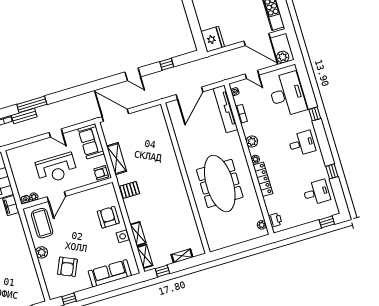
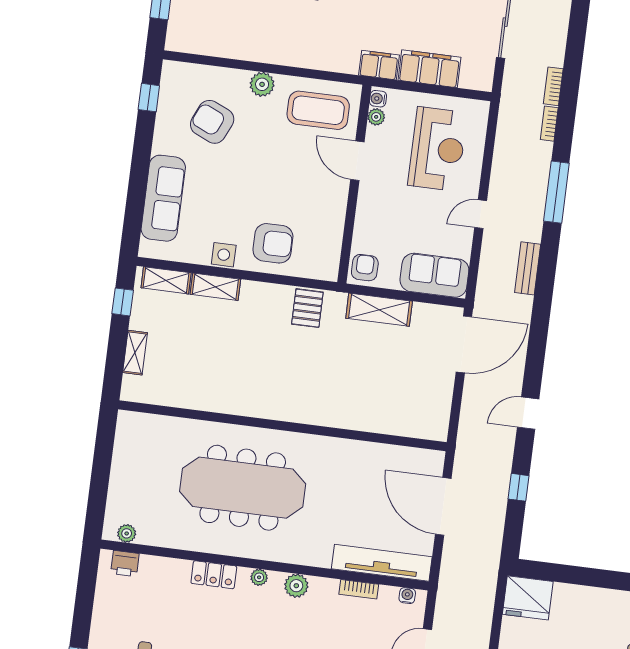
bench: (24, 116) -> (528, 268), moved
reception desk: (56, 168) -> (437, 149), moved, turned 180
locker: (263, 179) -> (214, 575), width x0.66

